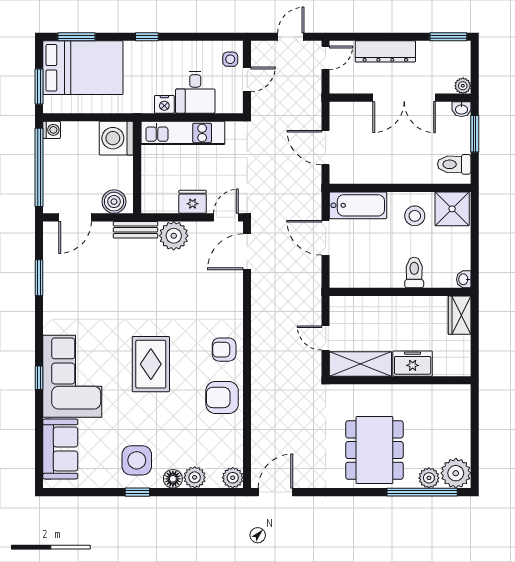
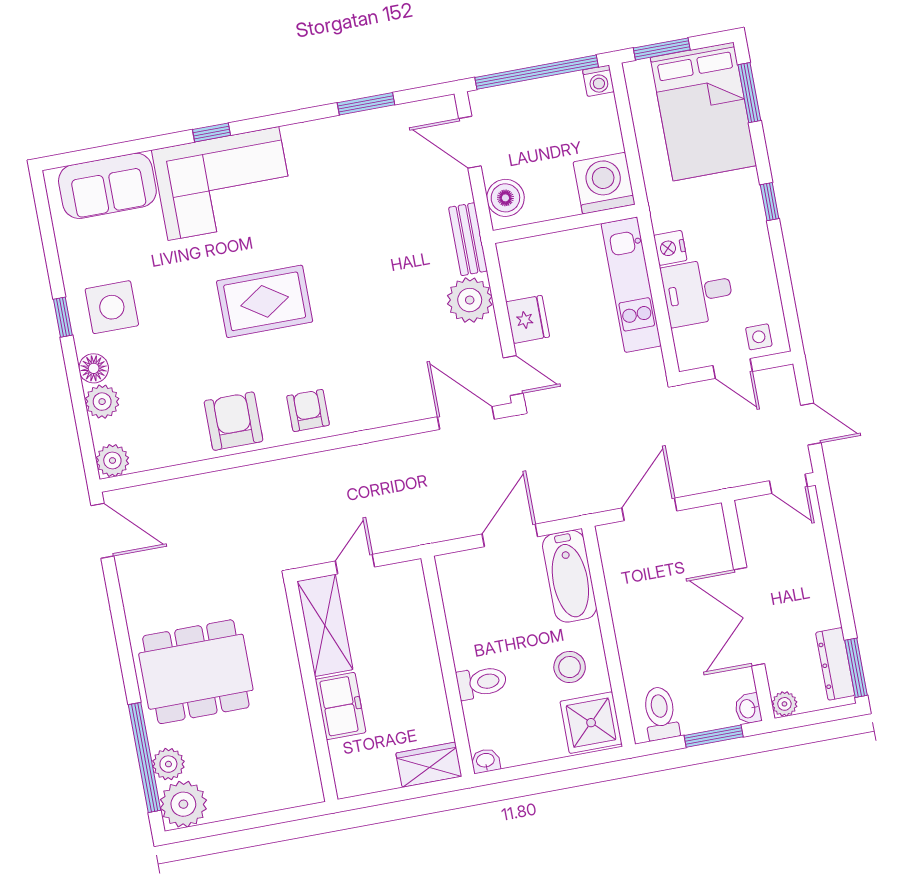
dresser: (385, 51) -> (835, 664), moved, width x0.73, depth x0.80

